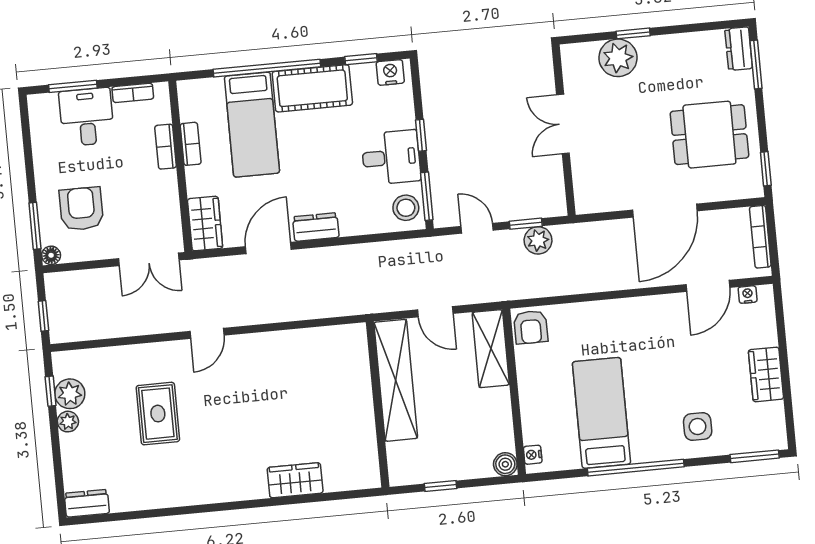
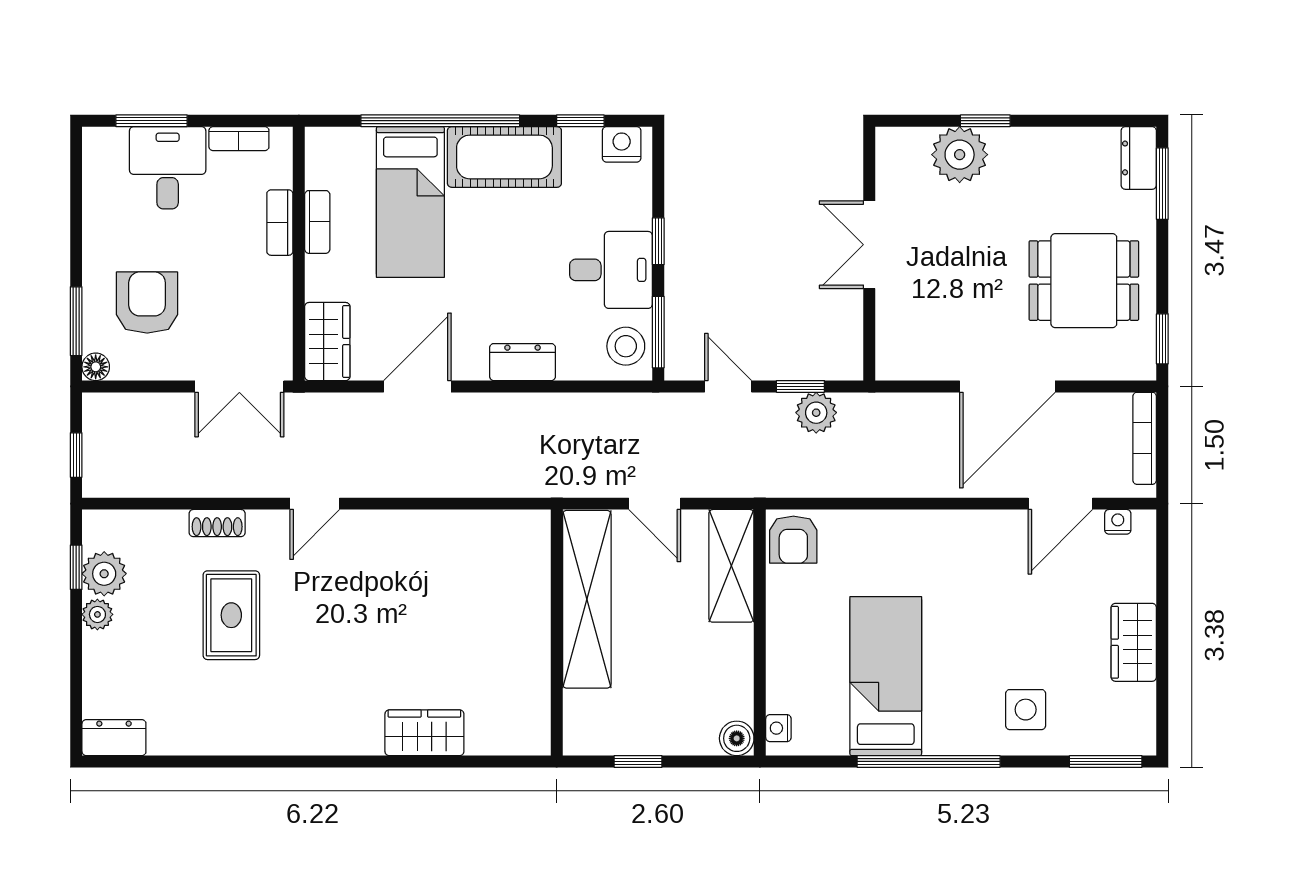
dresser: (316, 227) -> (523, 362), moved
shoe rack: (143, 353) -> (217, 523), added

